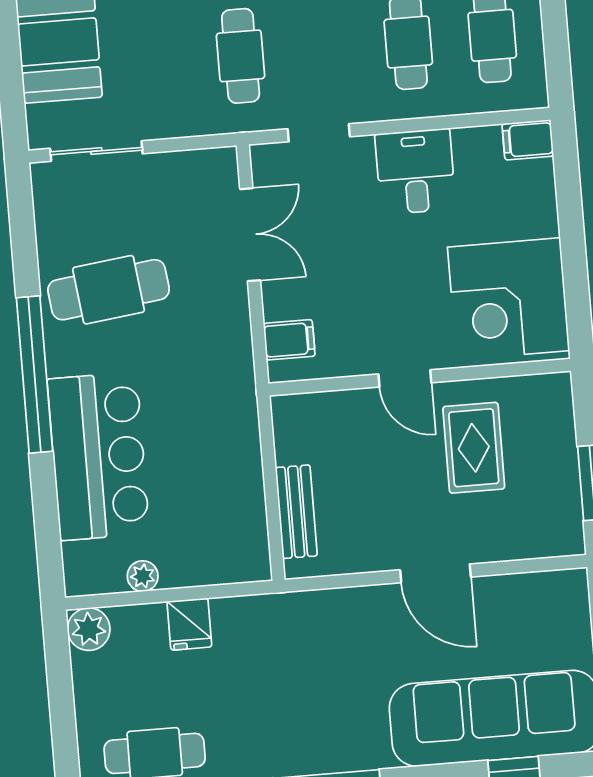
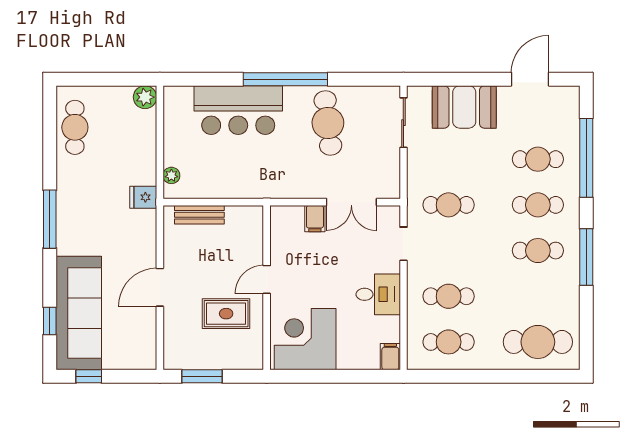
filing cabinet: (289, 340) -> (315, 219), moved
plant: (143, 576) -> (171, 175), moved
fridge: (189, 624) -> (143, 197), moved

